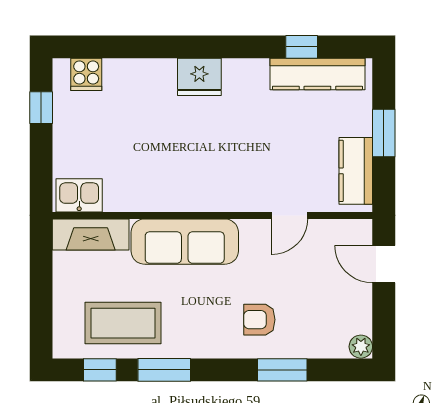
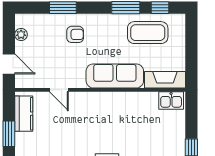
door: (290, 215) -> (59, 90), swing flipped
plant: (361, 347) -> (21, 35), moved

